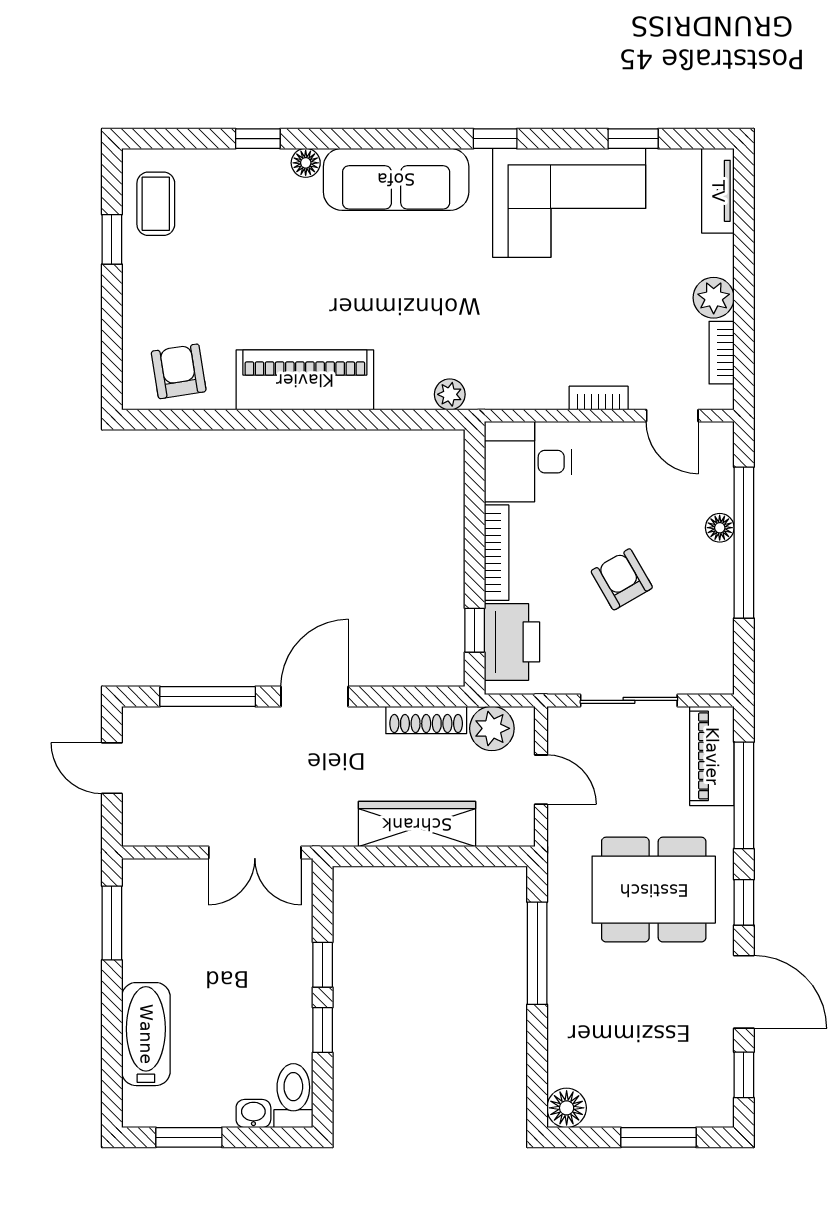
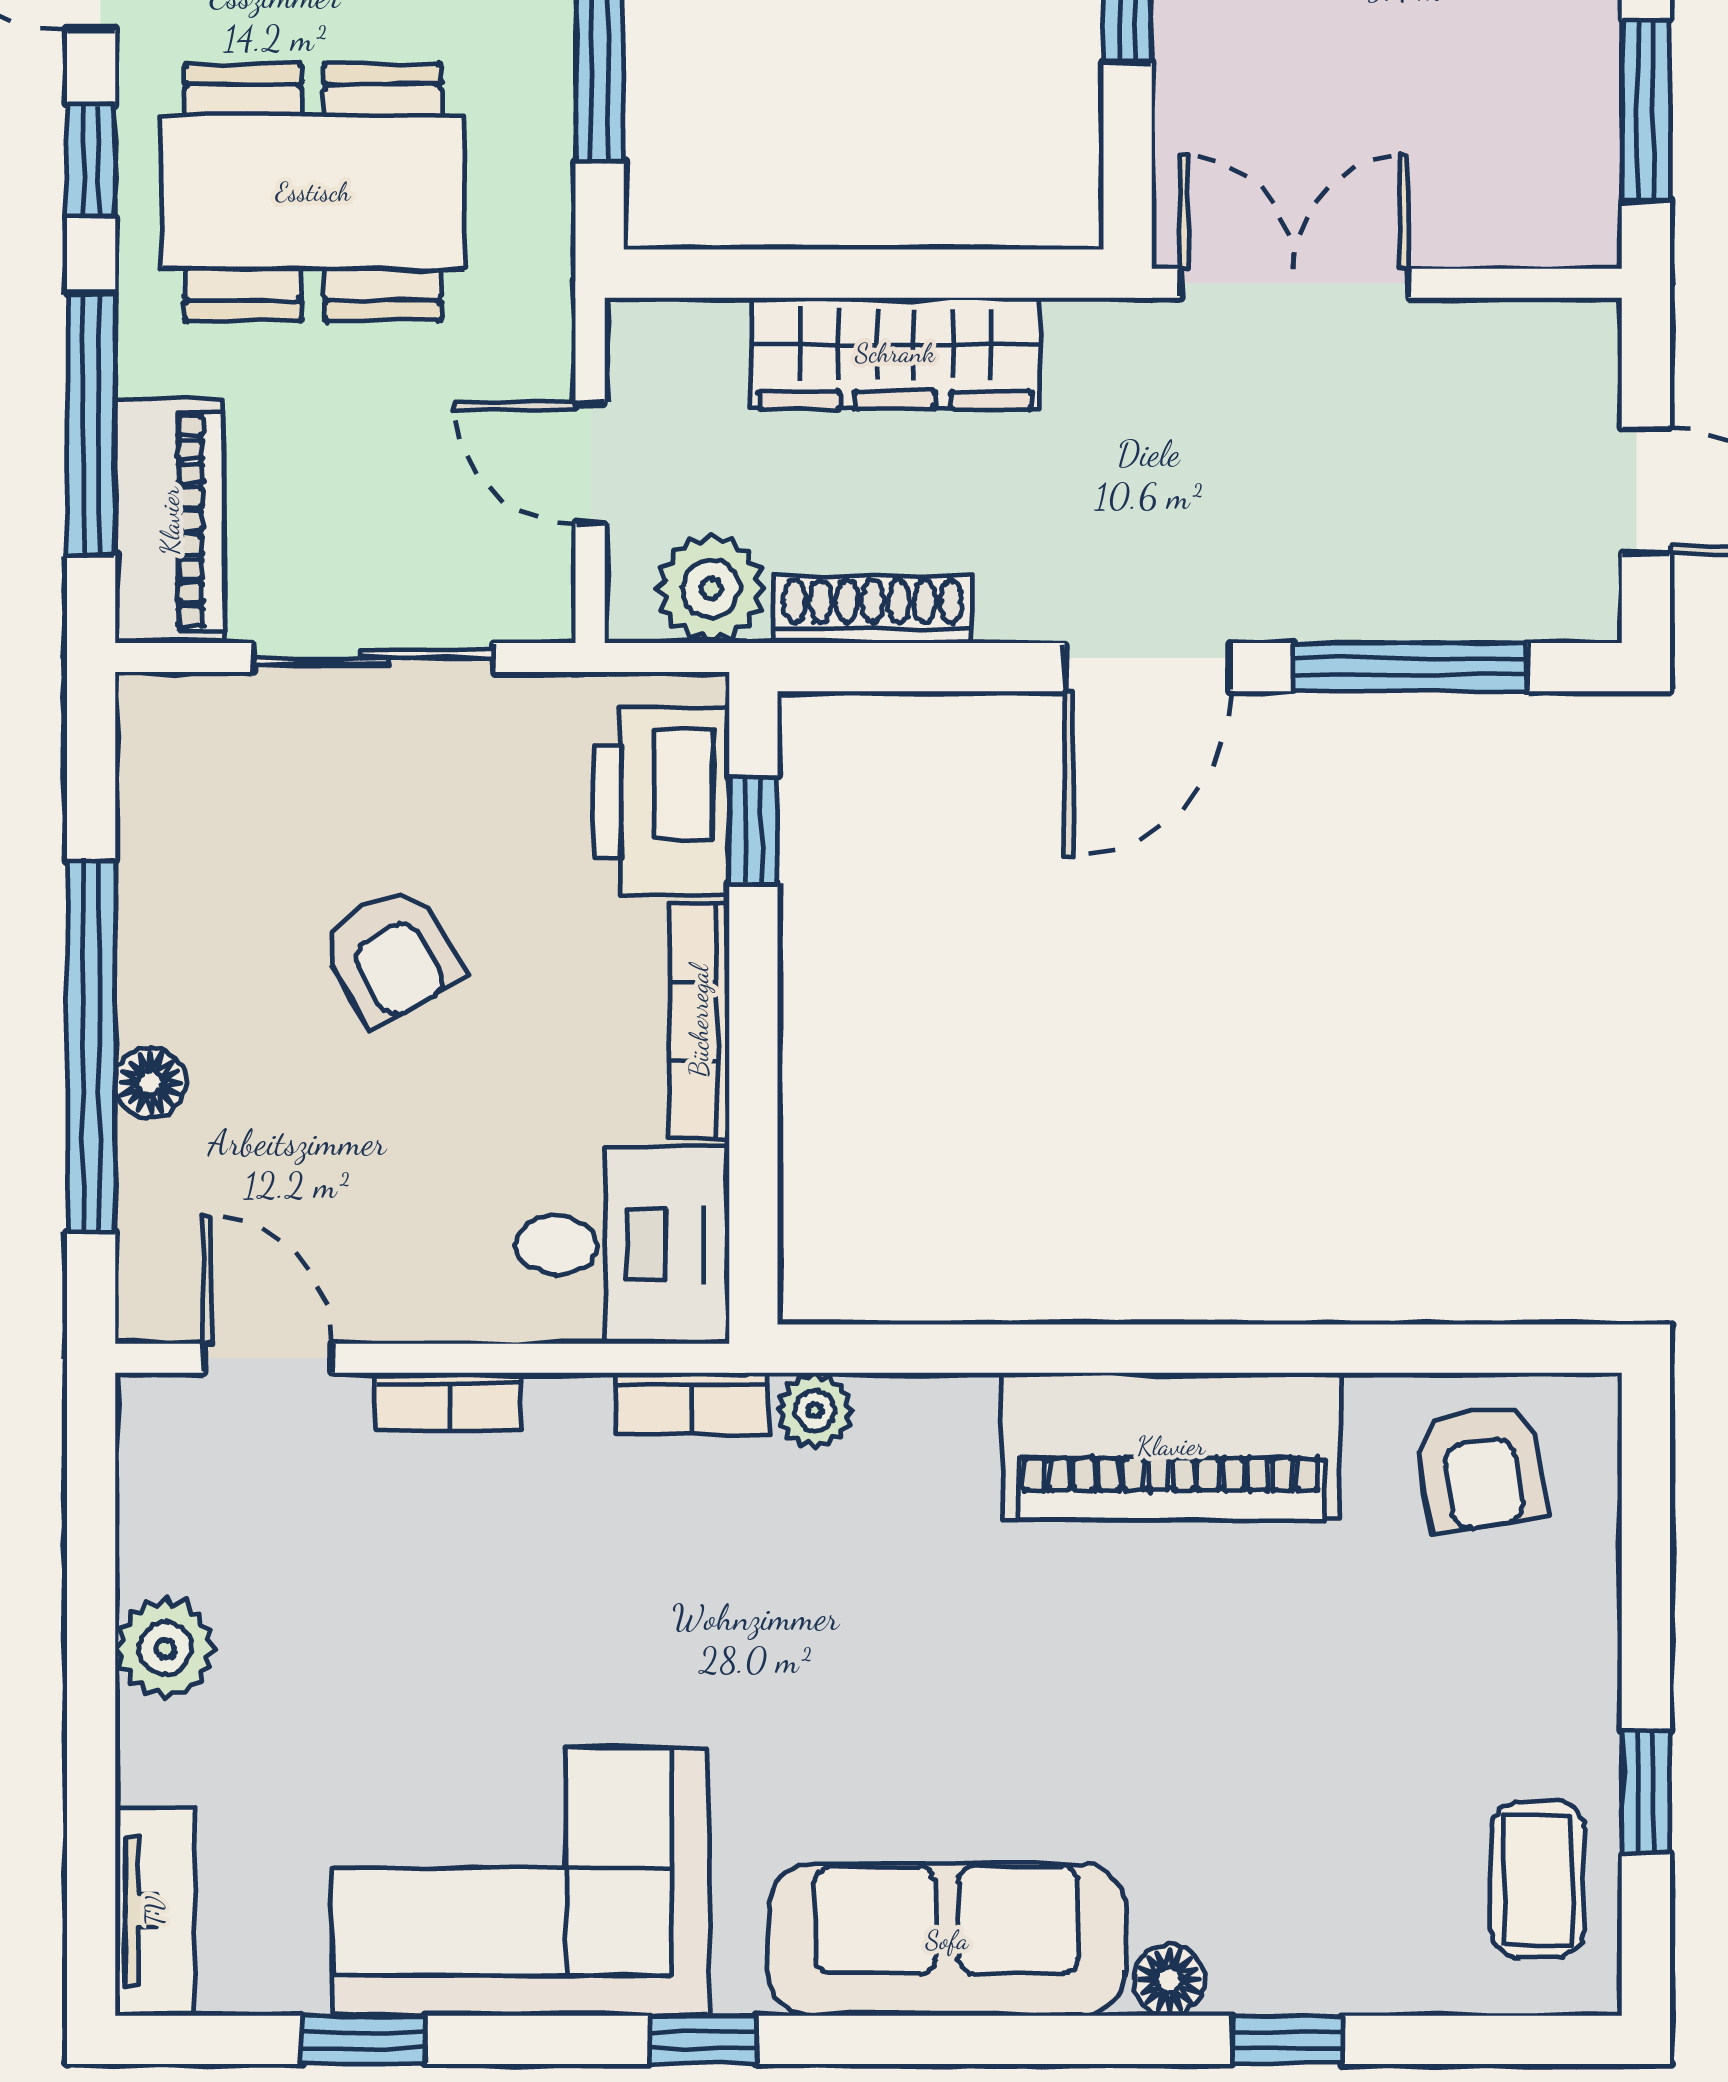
bookcase: (722, 353) -> (692, 1403), moved, turned 90

